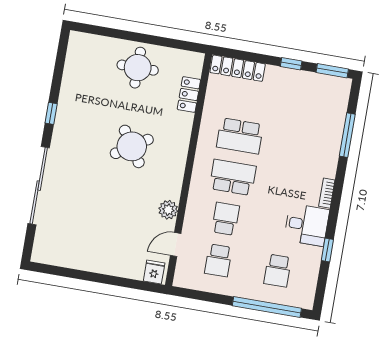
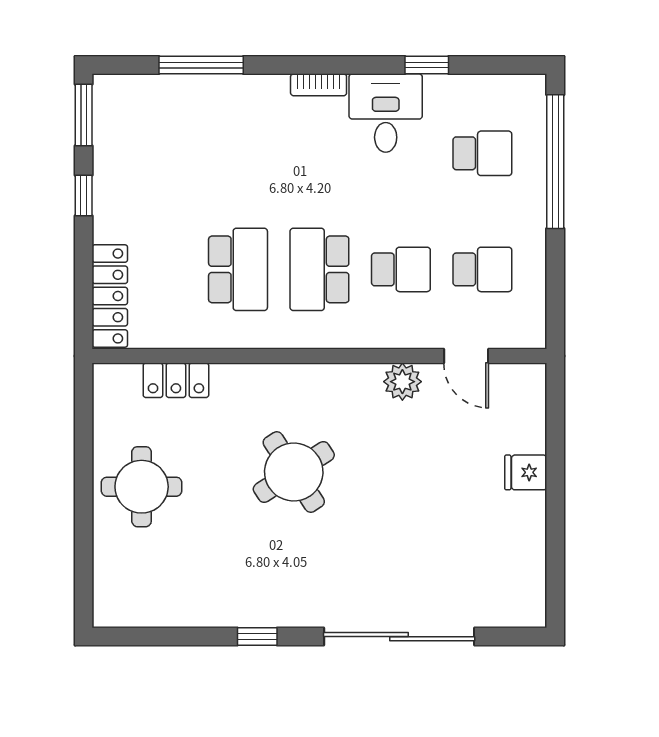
school desk: (226, 219) -> (401, 269), turned 180
fridge: (154, 272) -> (526, 472), moved

